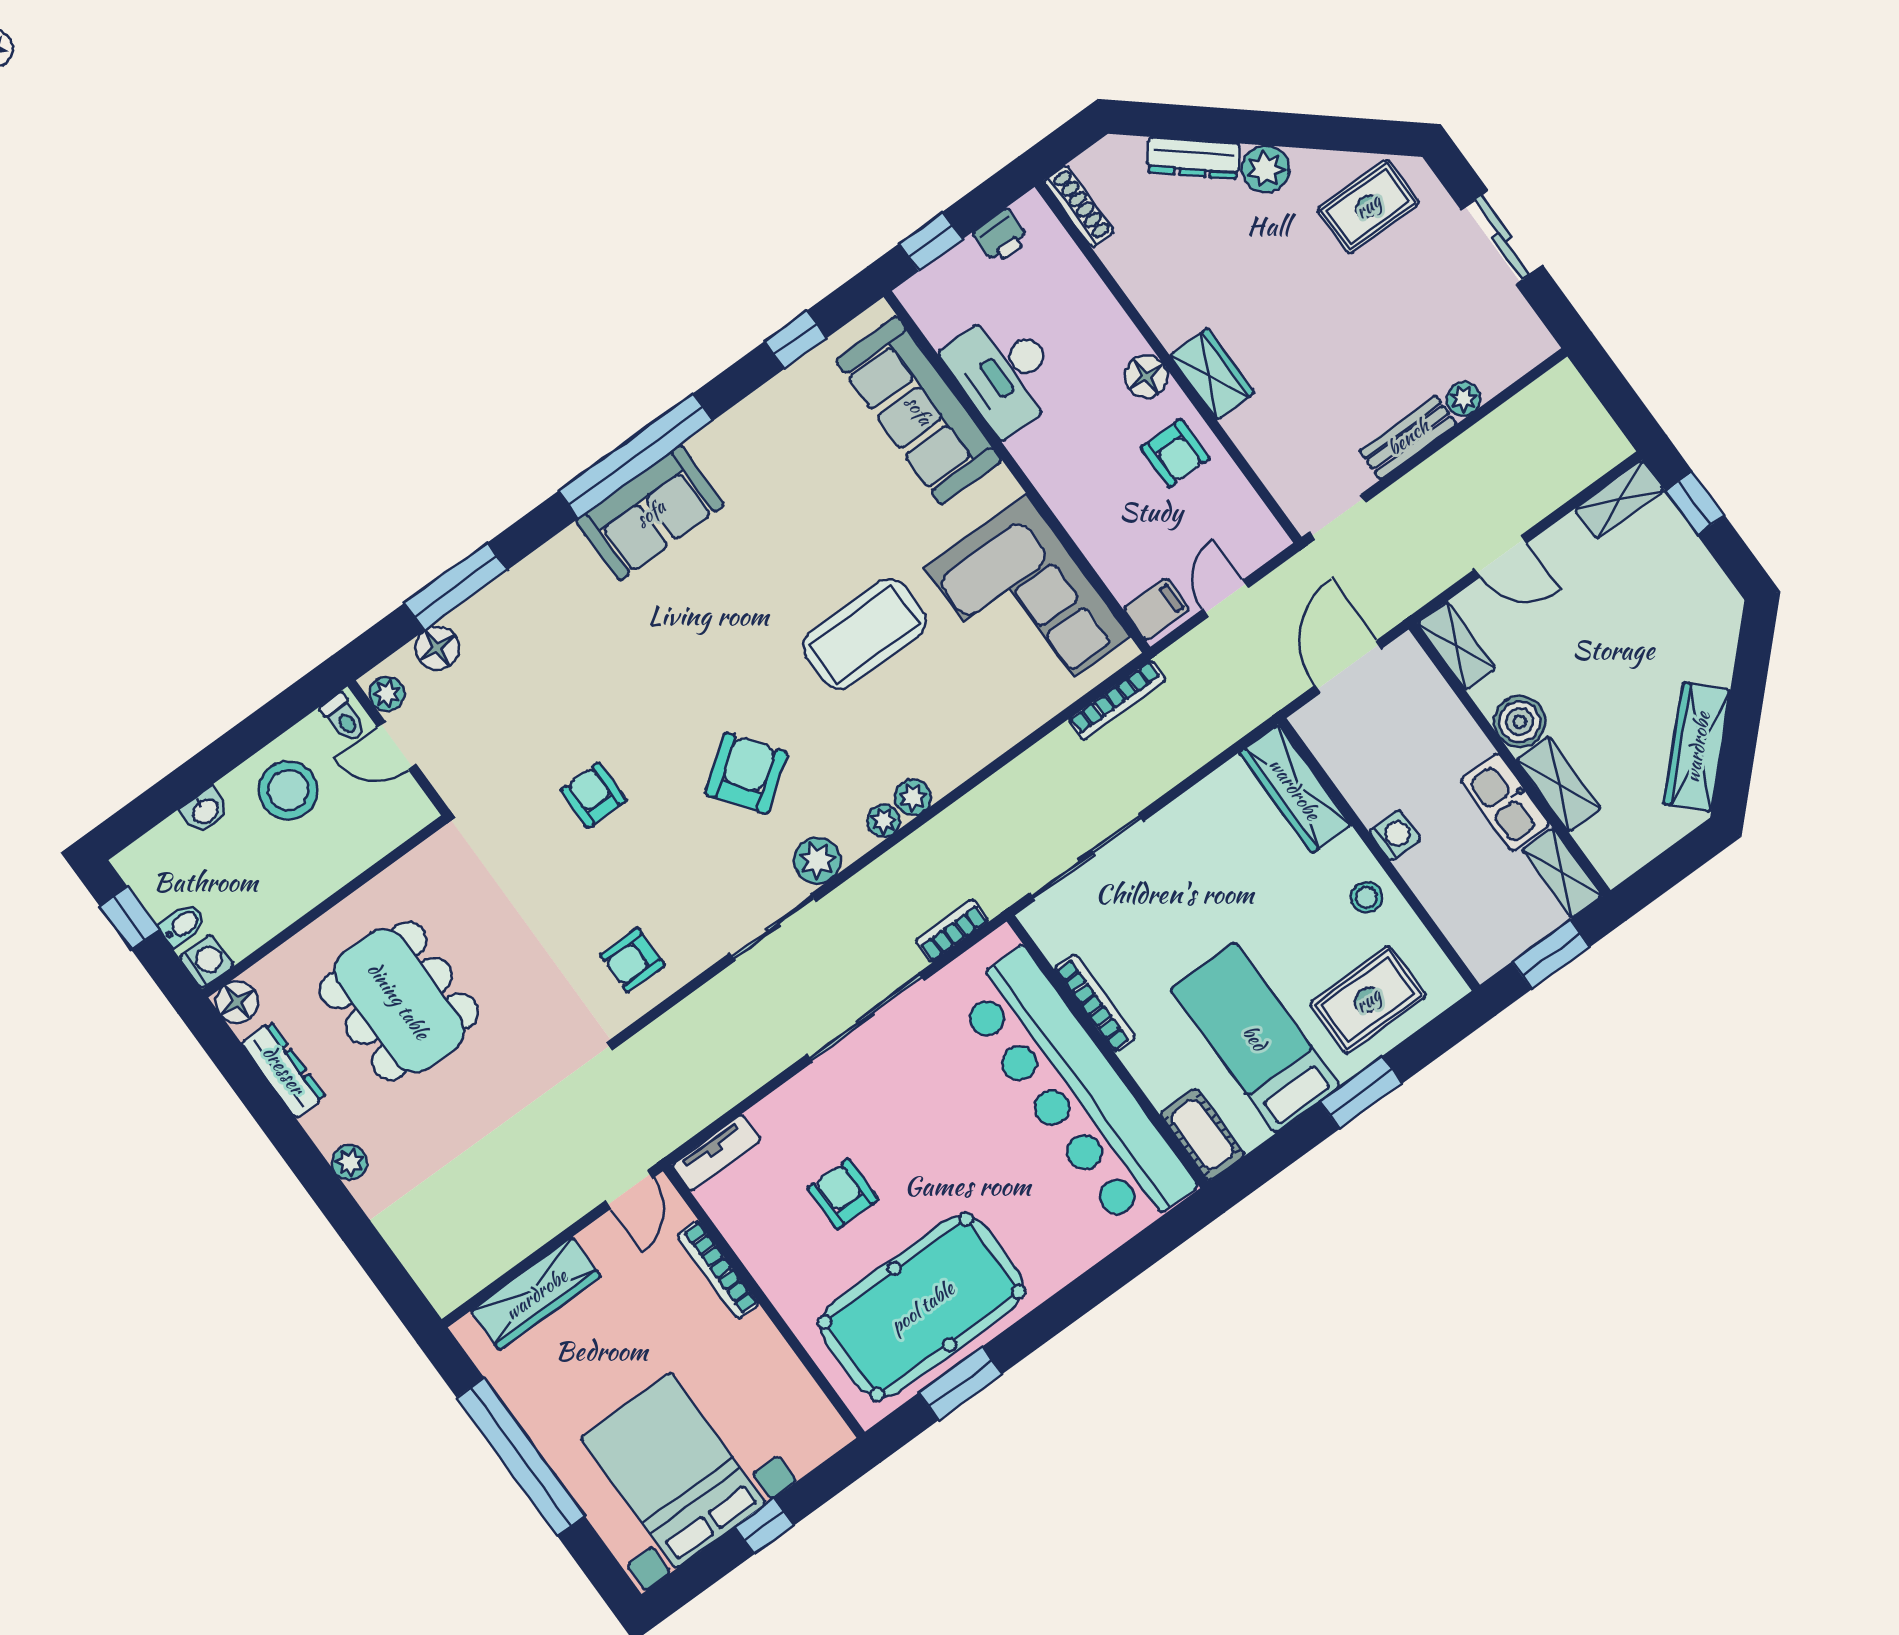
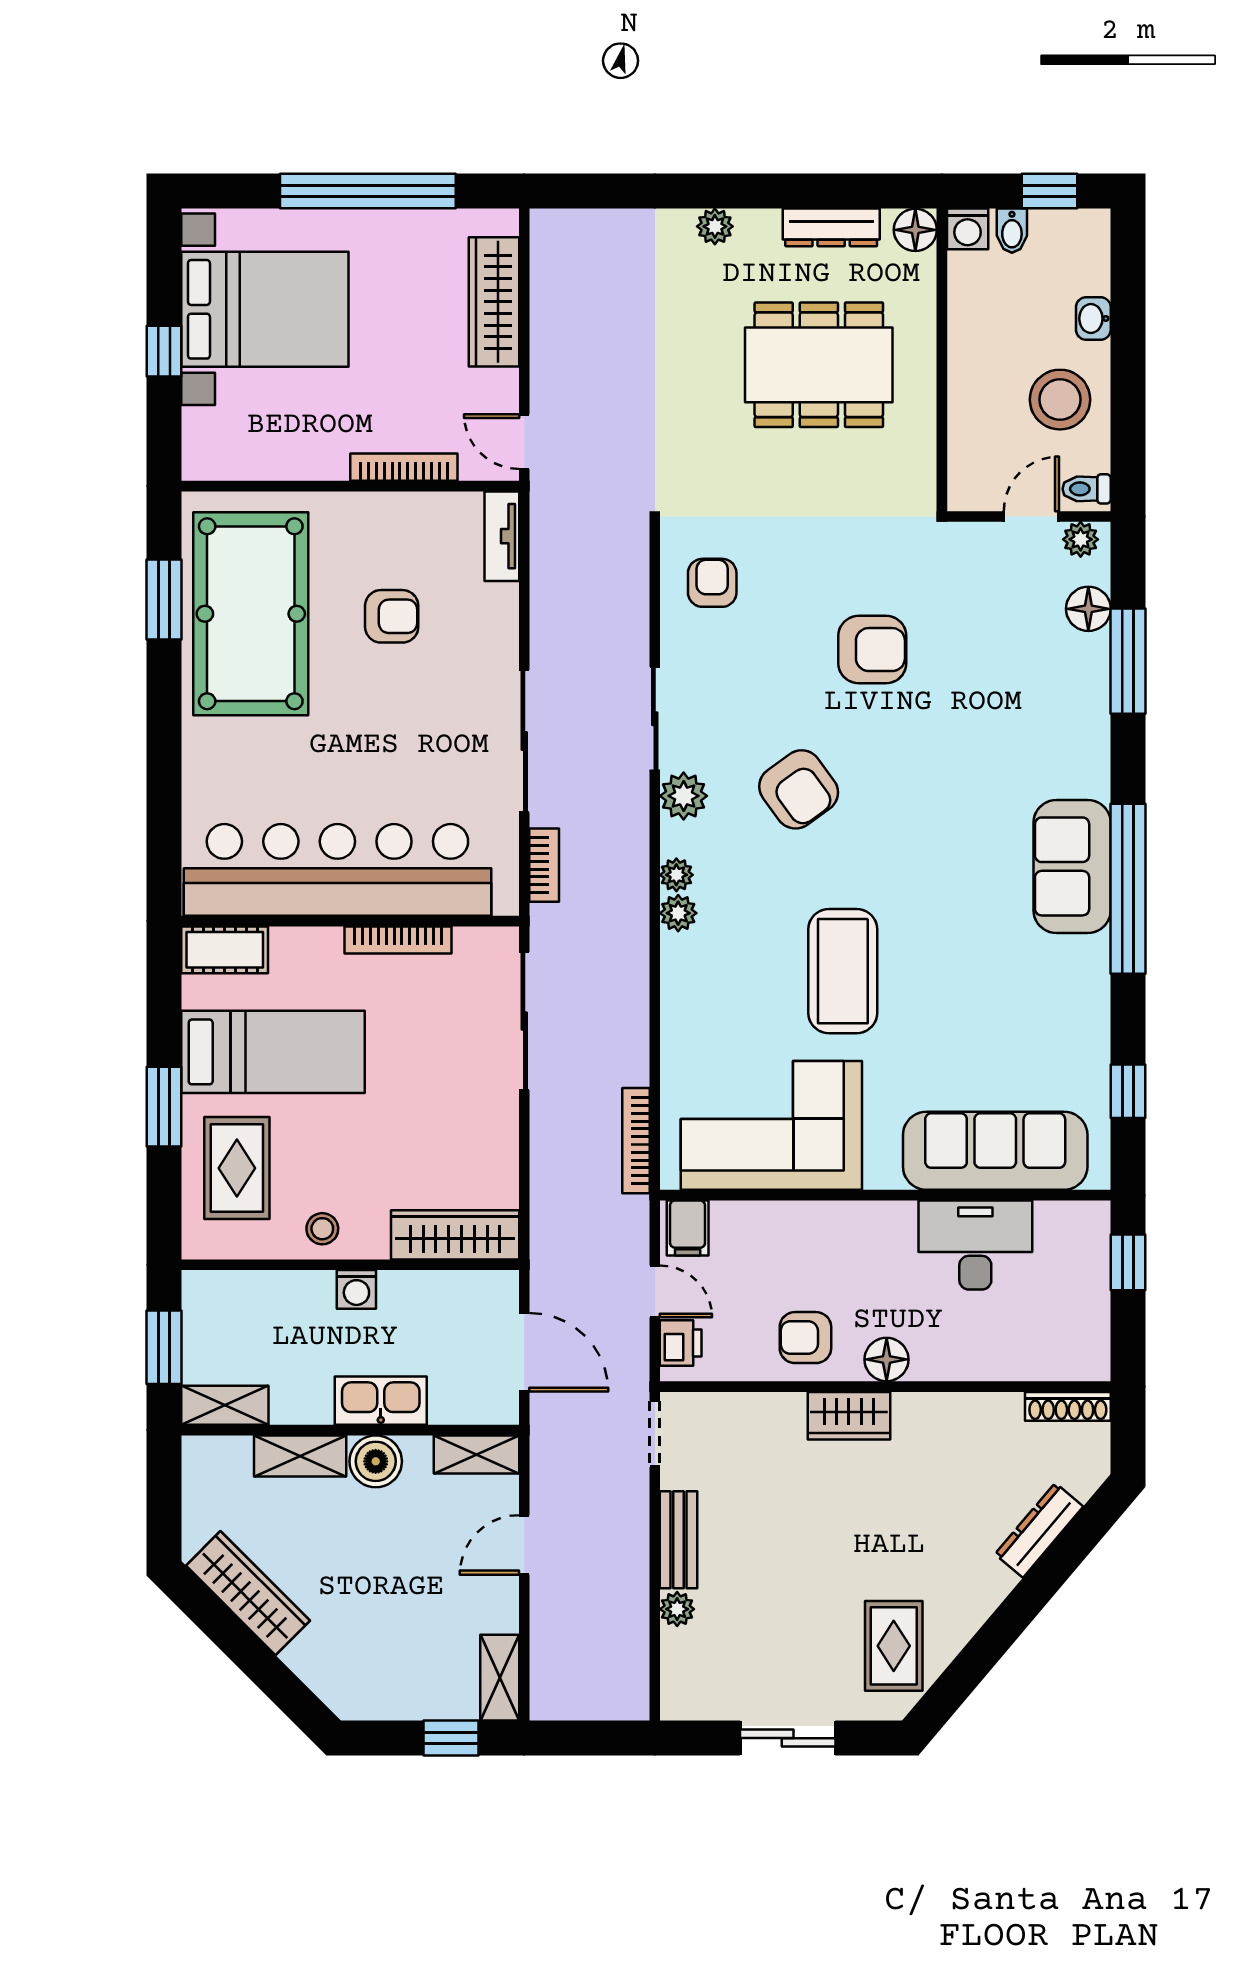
plant: (1266, 169) -> (986, 1583), removed
printer: (1001, 236) -> (681, 1343), moved, turned 180
armchair: (593, 795) -> (872, 650), width x1.38, depth x1.38
kitchen sink: (1505, 802) -> (381, 1401), moved

